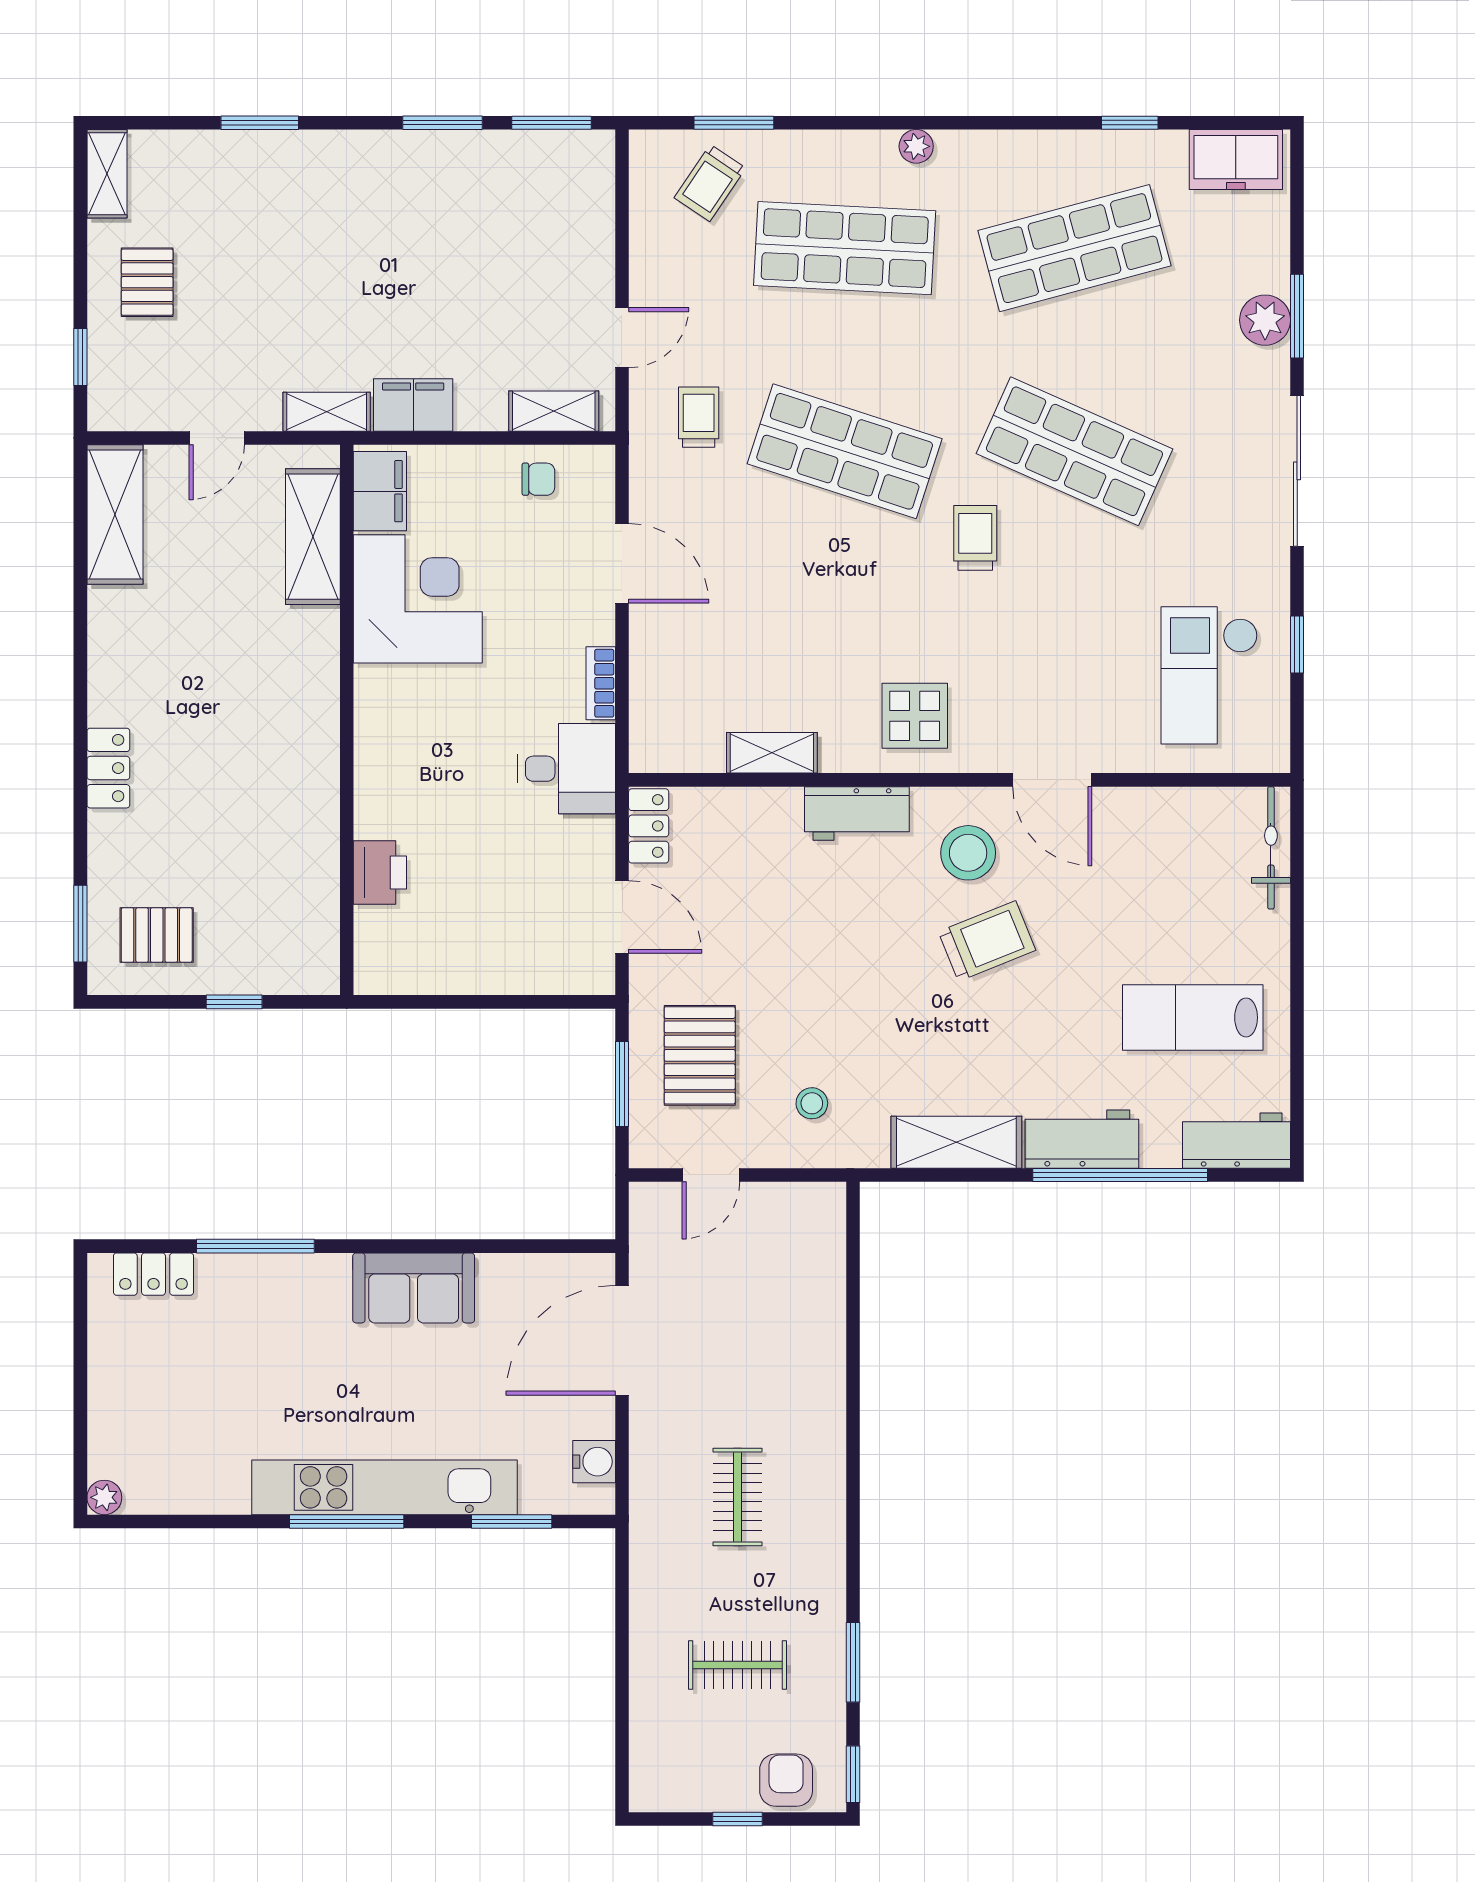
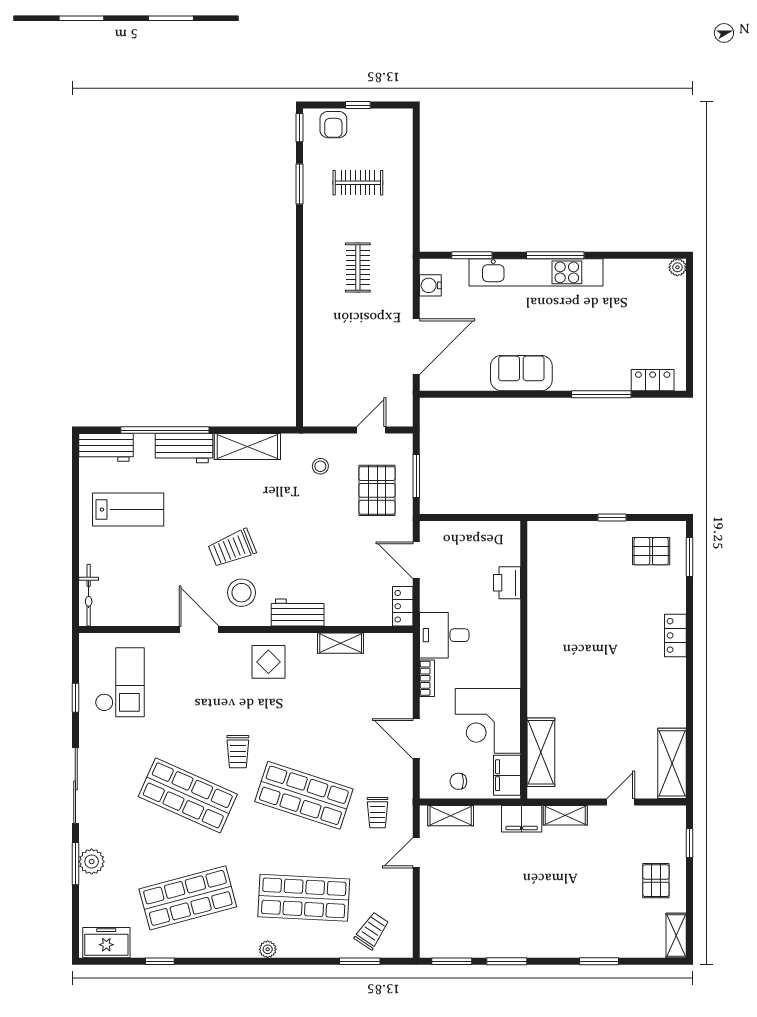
filing cabinet: (380, 491) -> (507, 775), moved
shelving: (313, 537) -> (541, 752), moved
corner desk: (418, 599) -> (488, 721), moved
wall: (347, 720) -> (524, 660), moved
printer: (380, 872) -> (507, 583), moved

